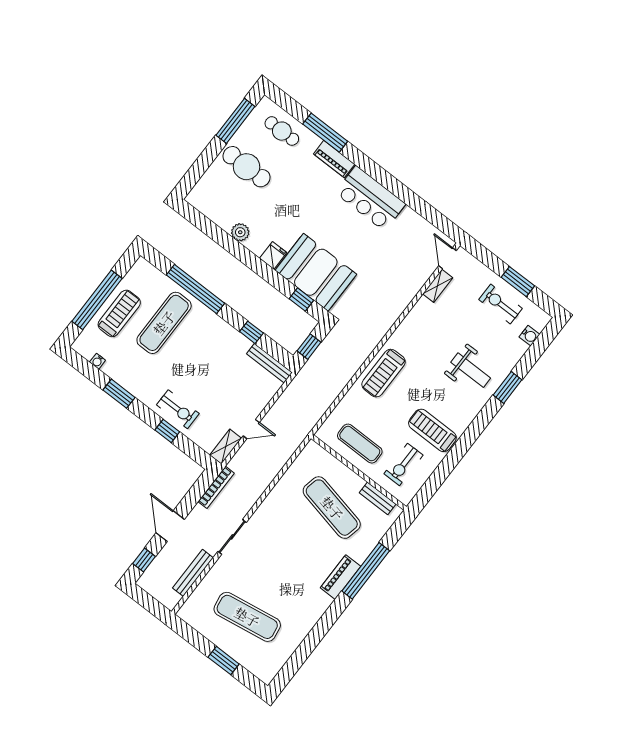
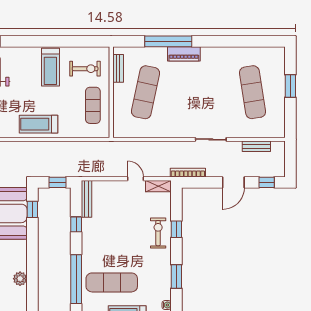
fridge: (273, 255) -> (19, 247), removed
treadmill: (384, 373) -> (39, 124), turned 180
bench: (193, 573) -> (256, 146), width x0.73

